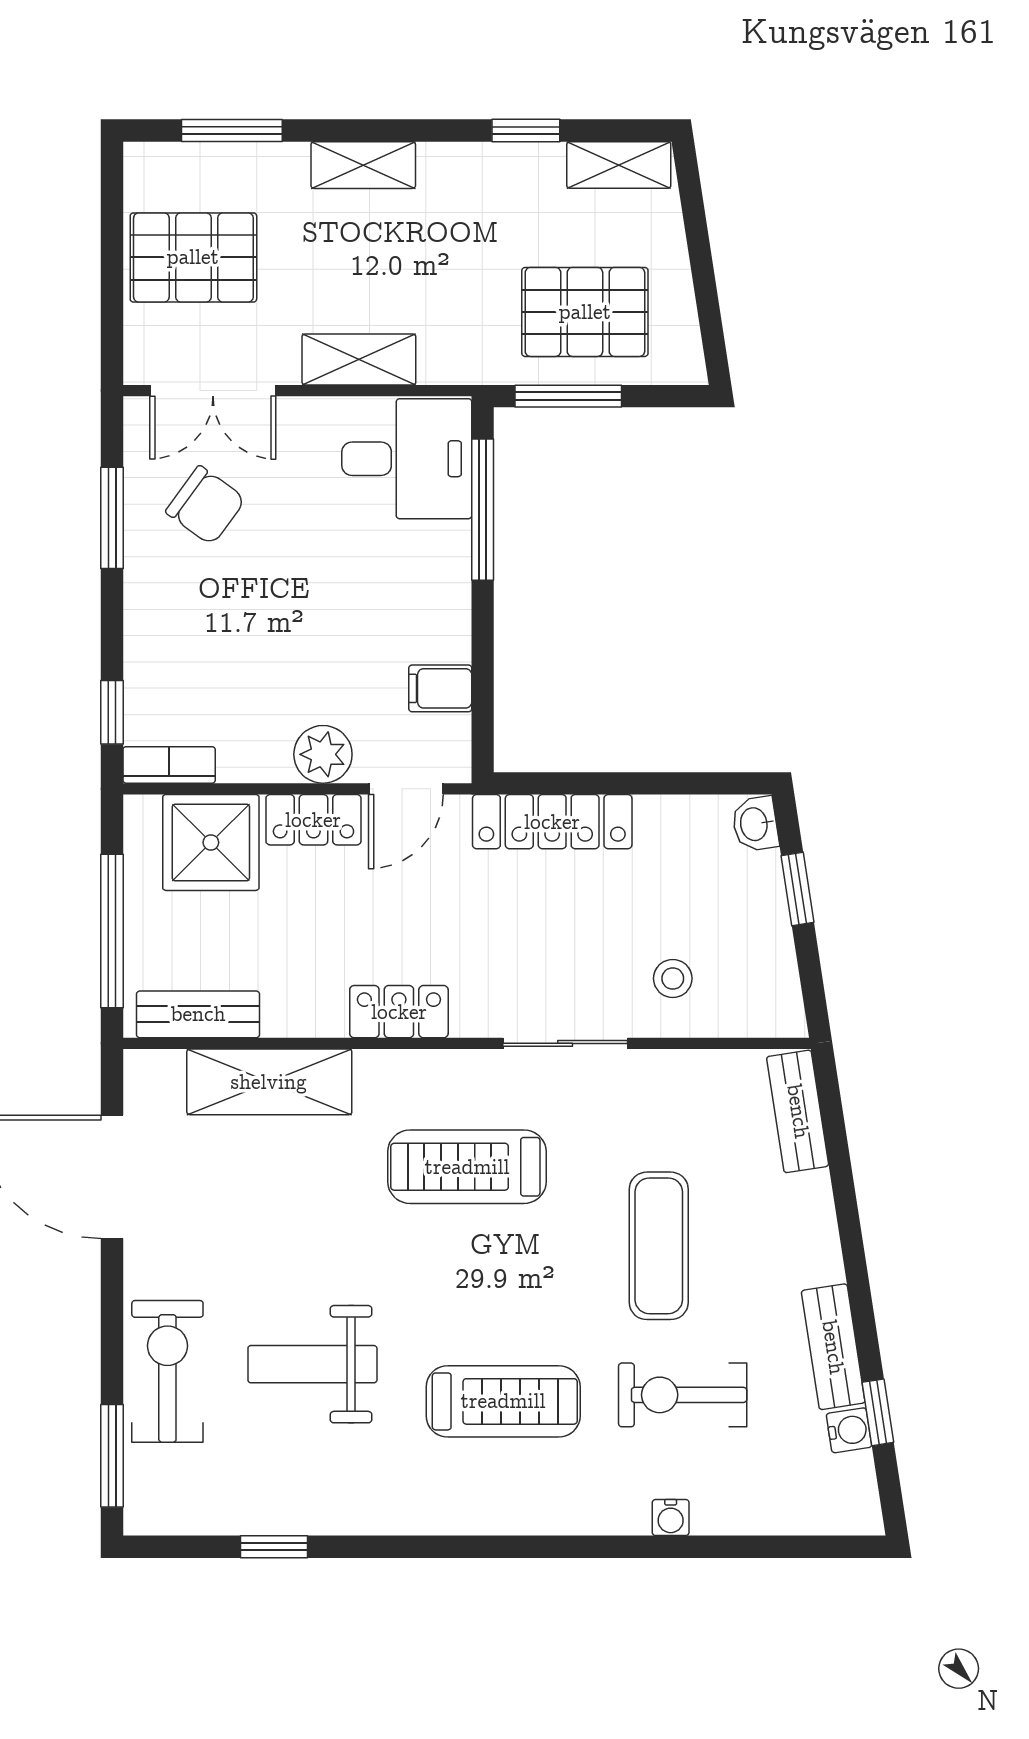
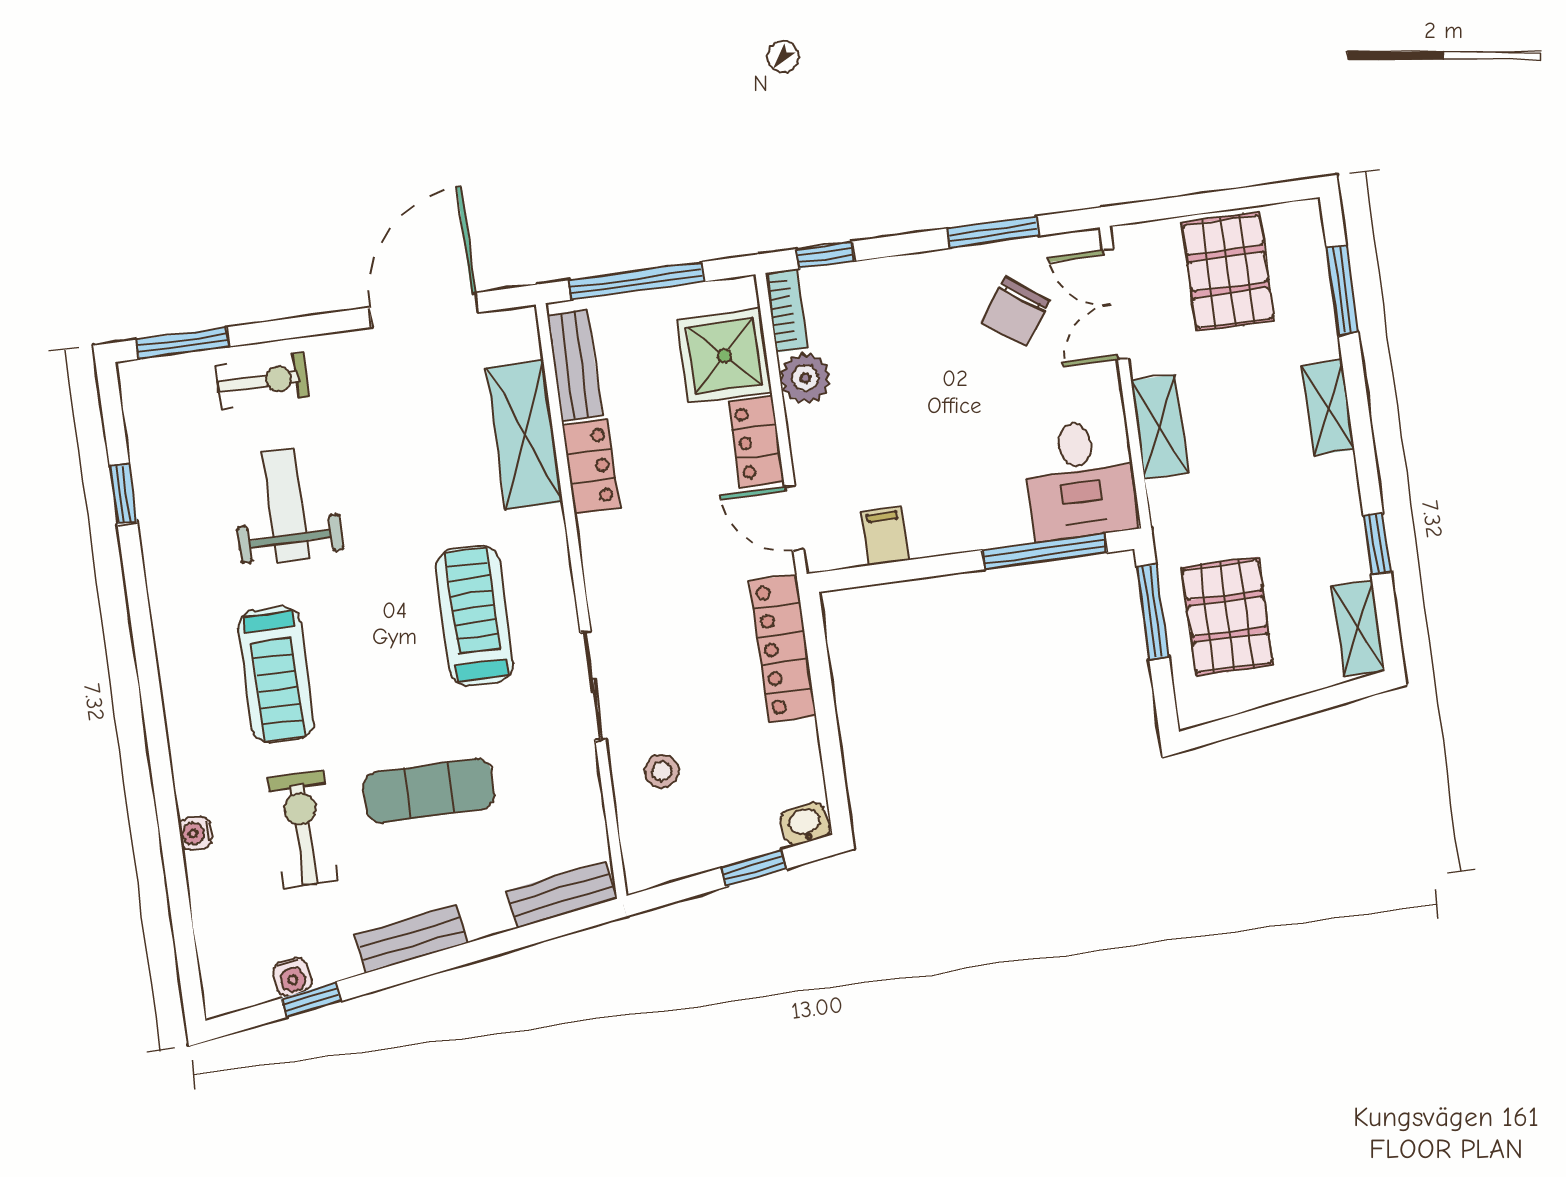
plant: (323, 754) -> (805, 378), moved
locker: (399, 1012) -> (591, 466), moved
bench: (833, 1347) -> (411, 939), moved
exercise bike: (167, 1371) -> (262, 381), width x0.73, depth x0.72

